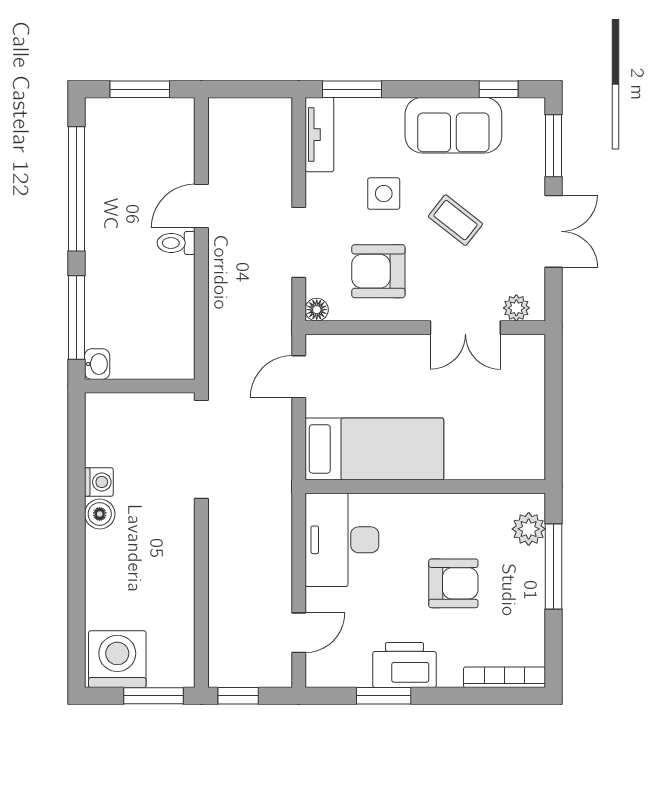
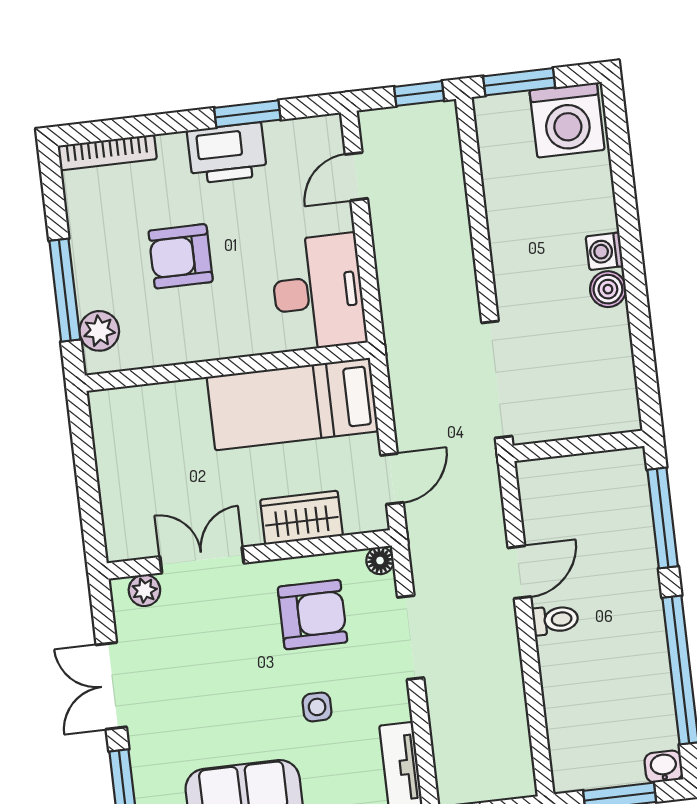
side table: (384, 194) -> (317, 707), width x0.73, depth x0.73
door: (201, 206) -> (519, 572), moved
coffee table: (455, 220) -> (229, 686), removed
wardrobe: (378, 353) -> (301, 518), added
washbasin: (97, 364) -> (664, 767), moved, turned 90
washing machine: (99, 482) -> (604, 251), moved

